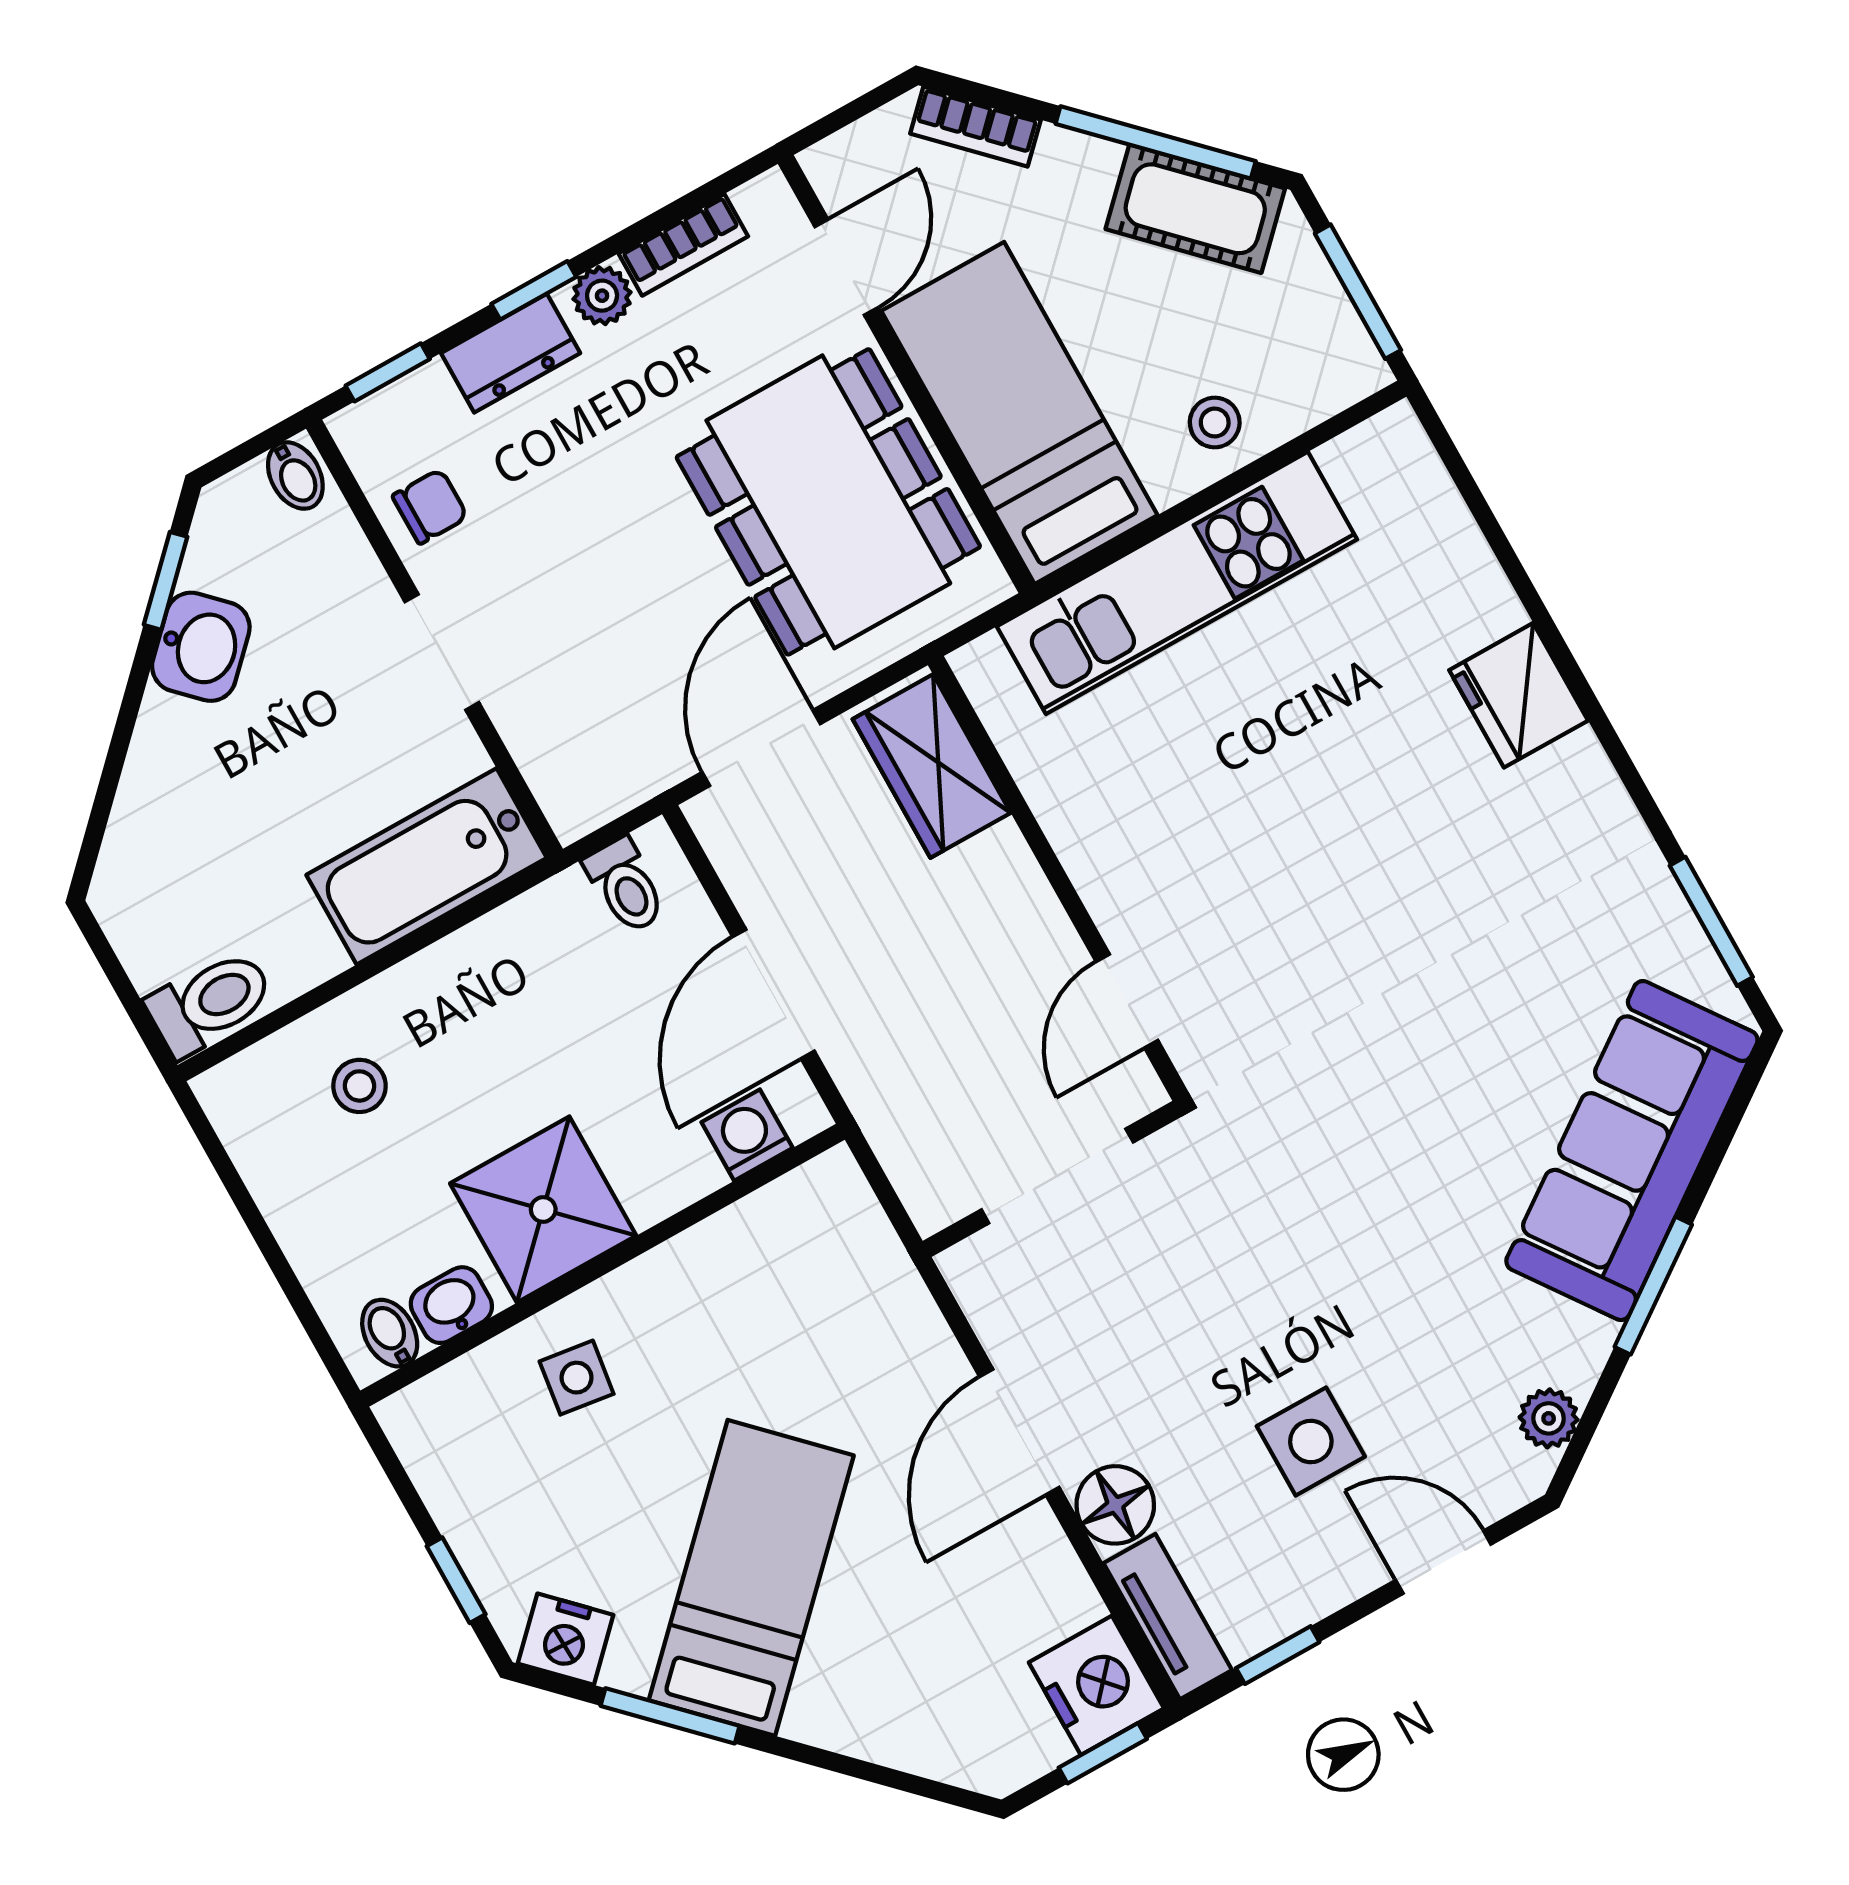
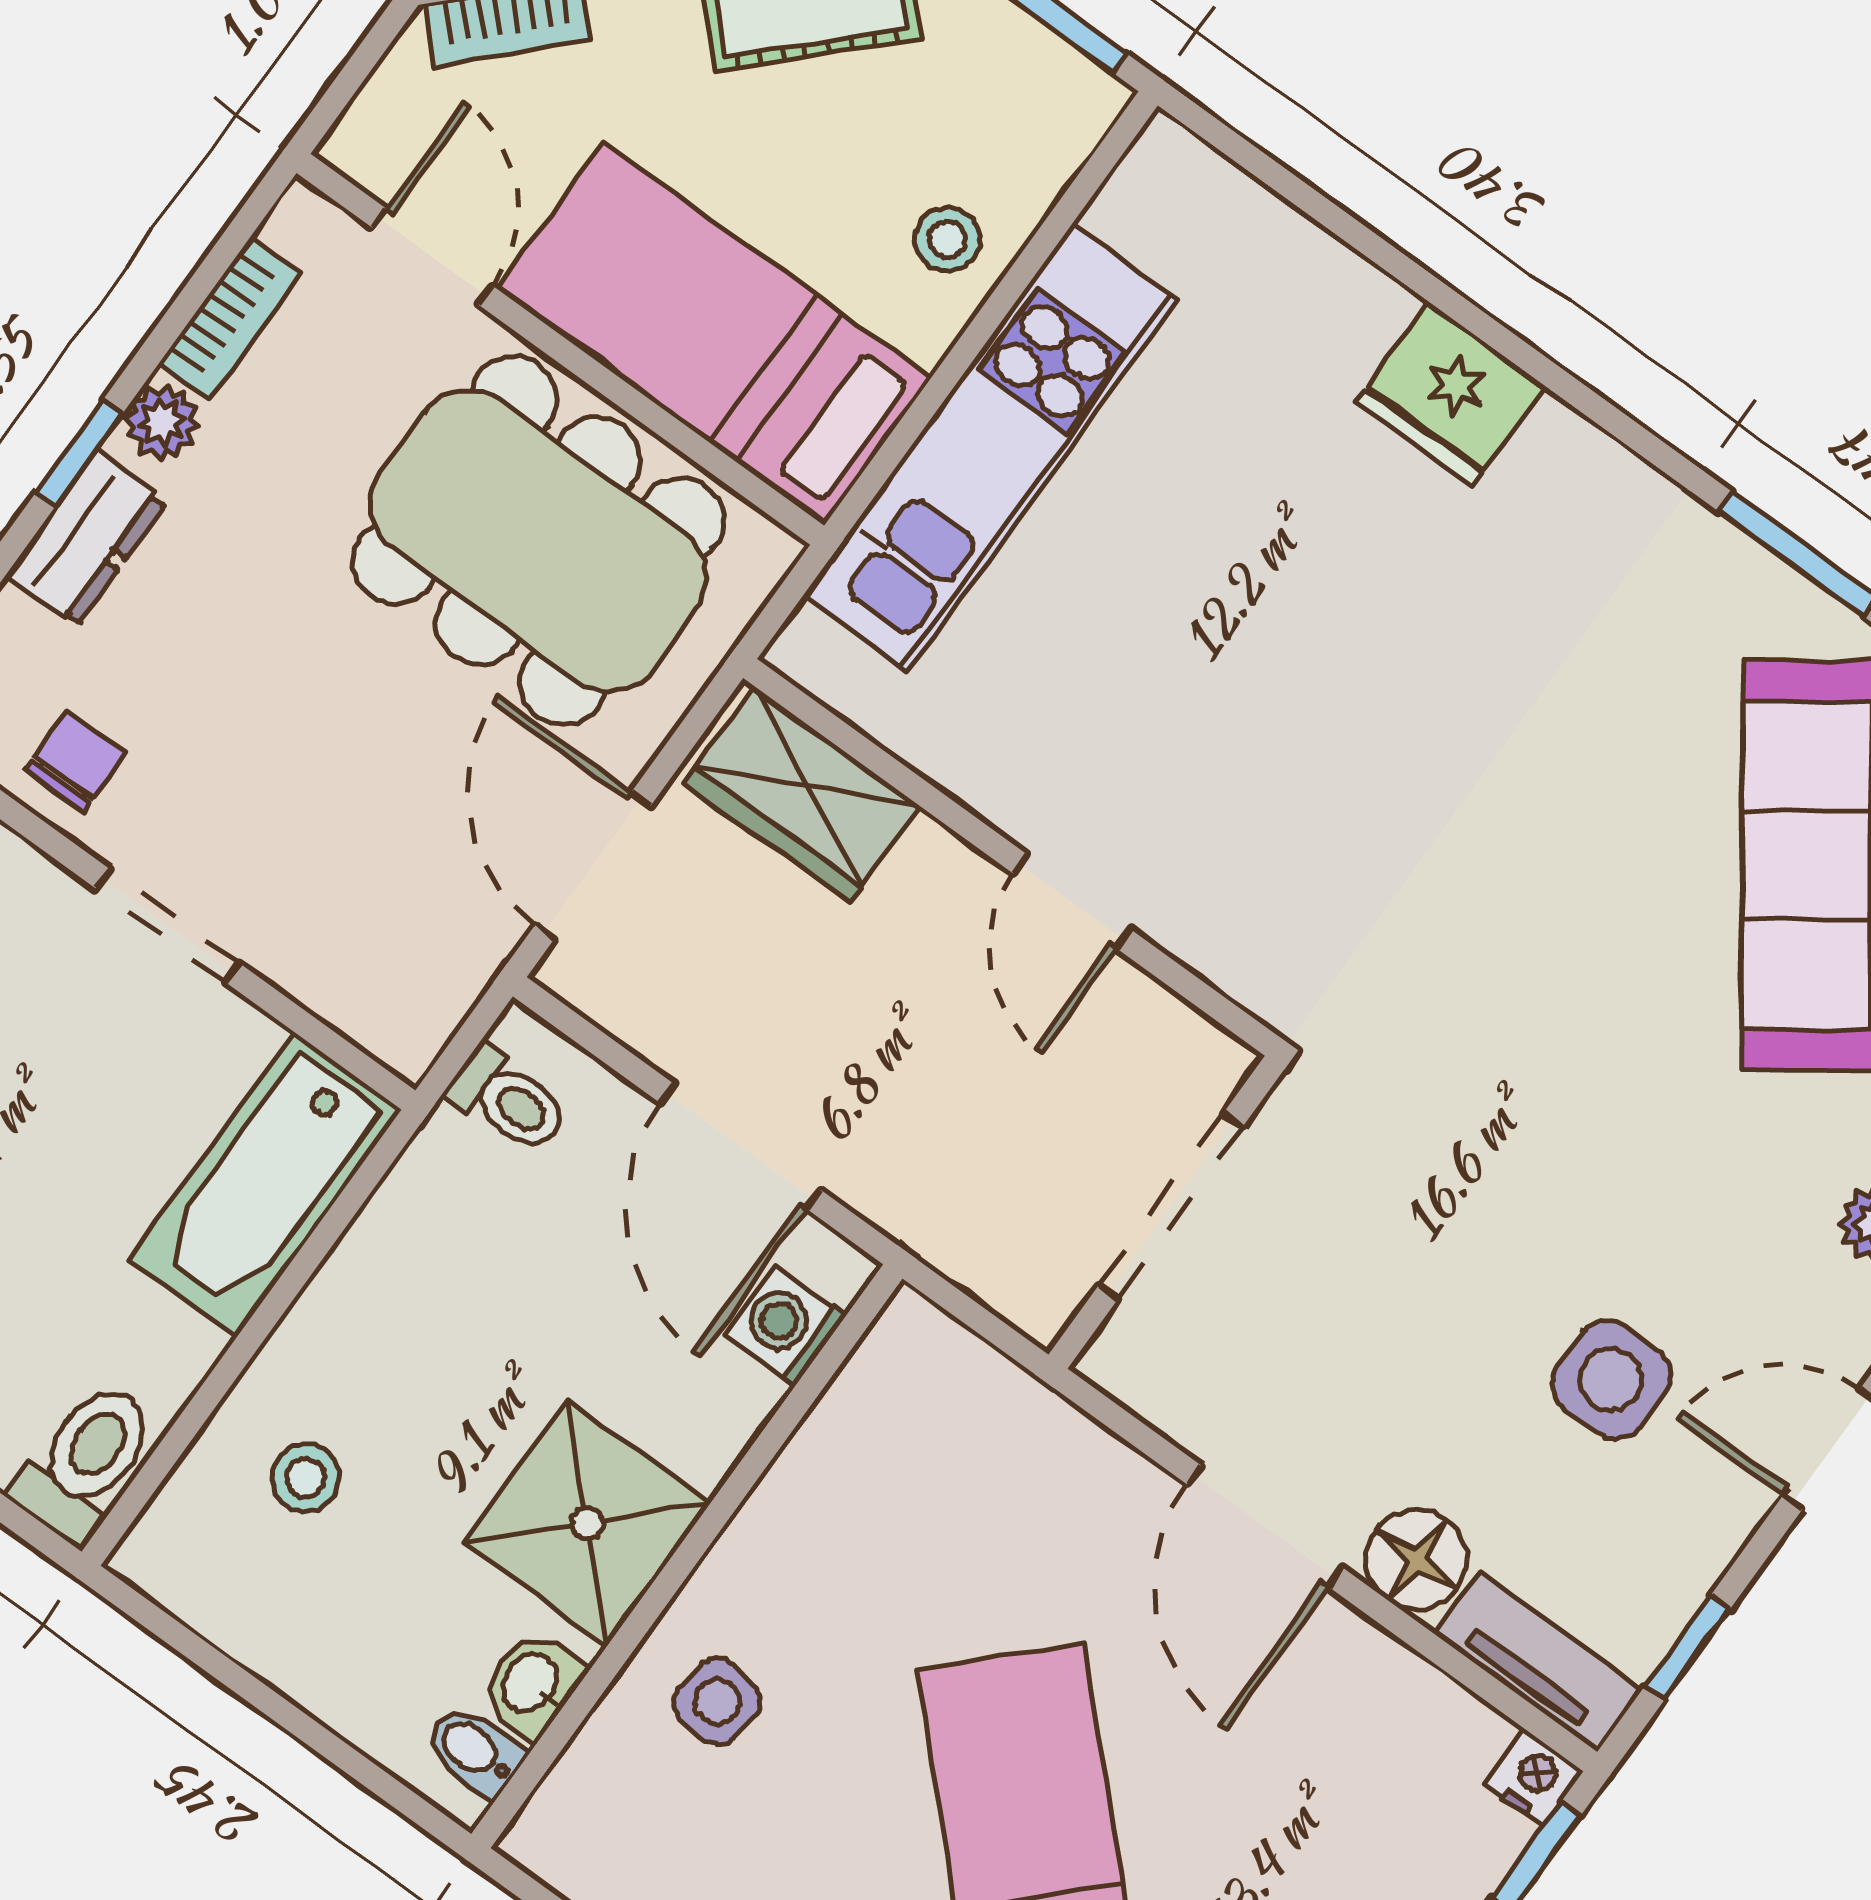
door: (1127, 1001) -> (1072, 902), moved
nightstand: (1096, 1685) -> (1534, 1778), width x0.53, depth x0.56

